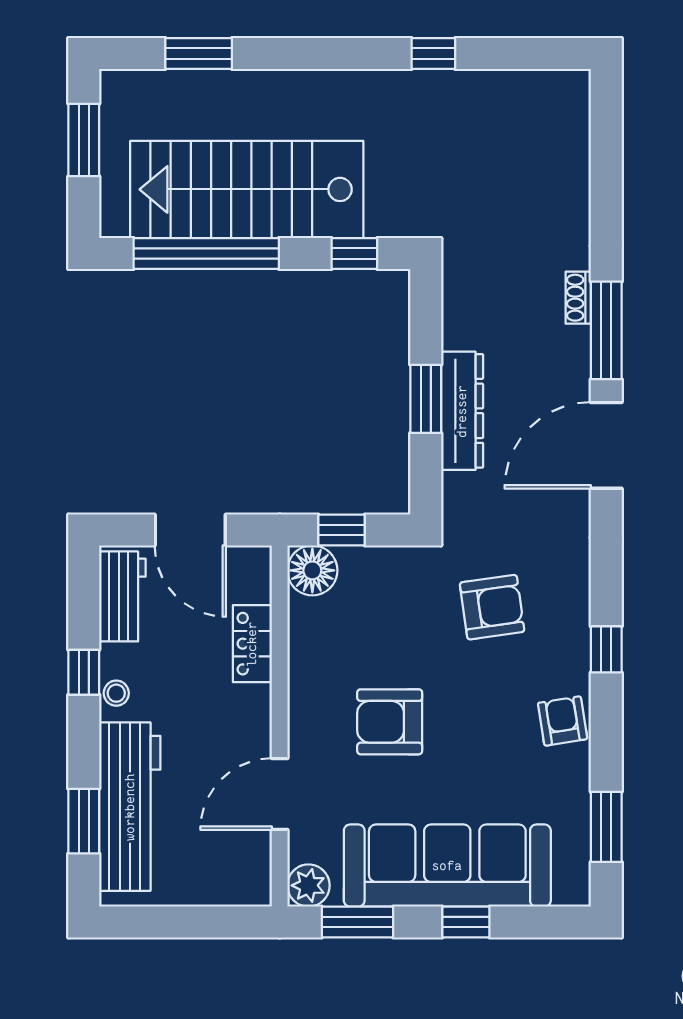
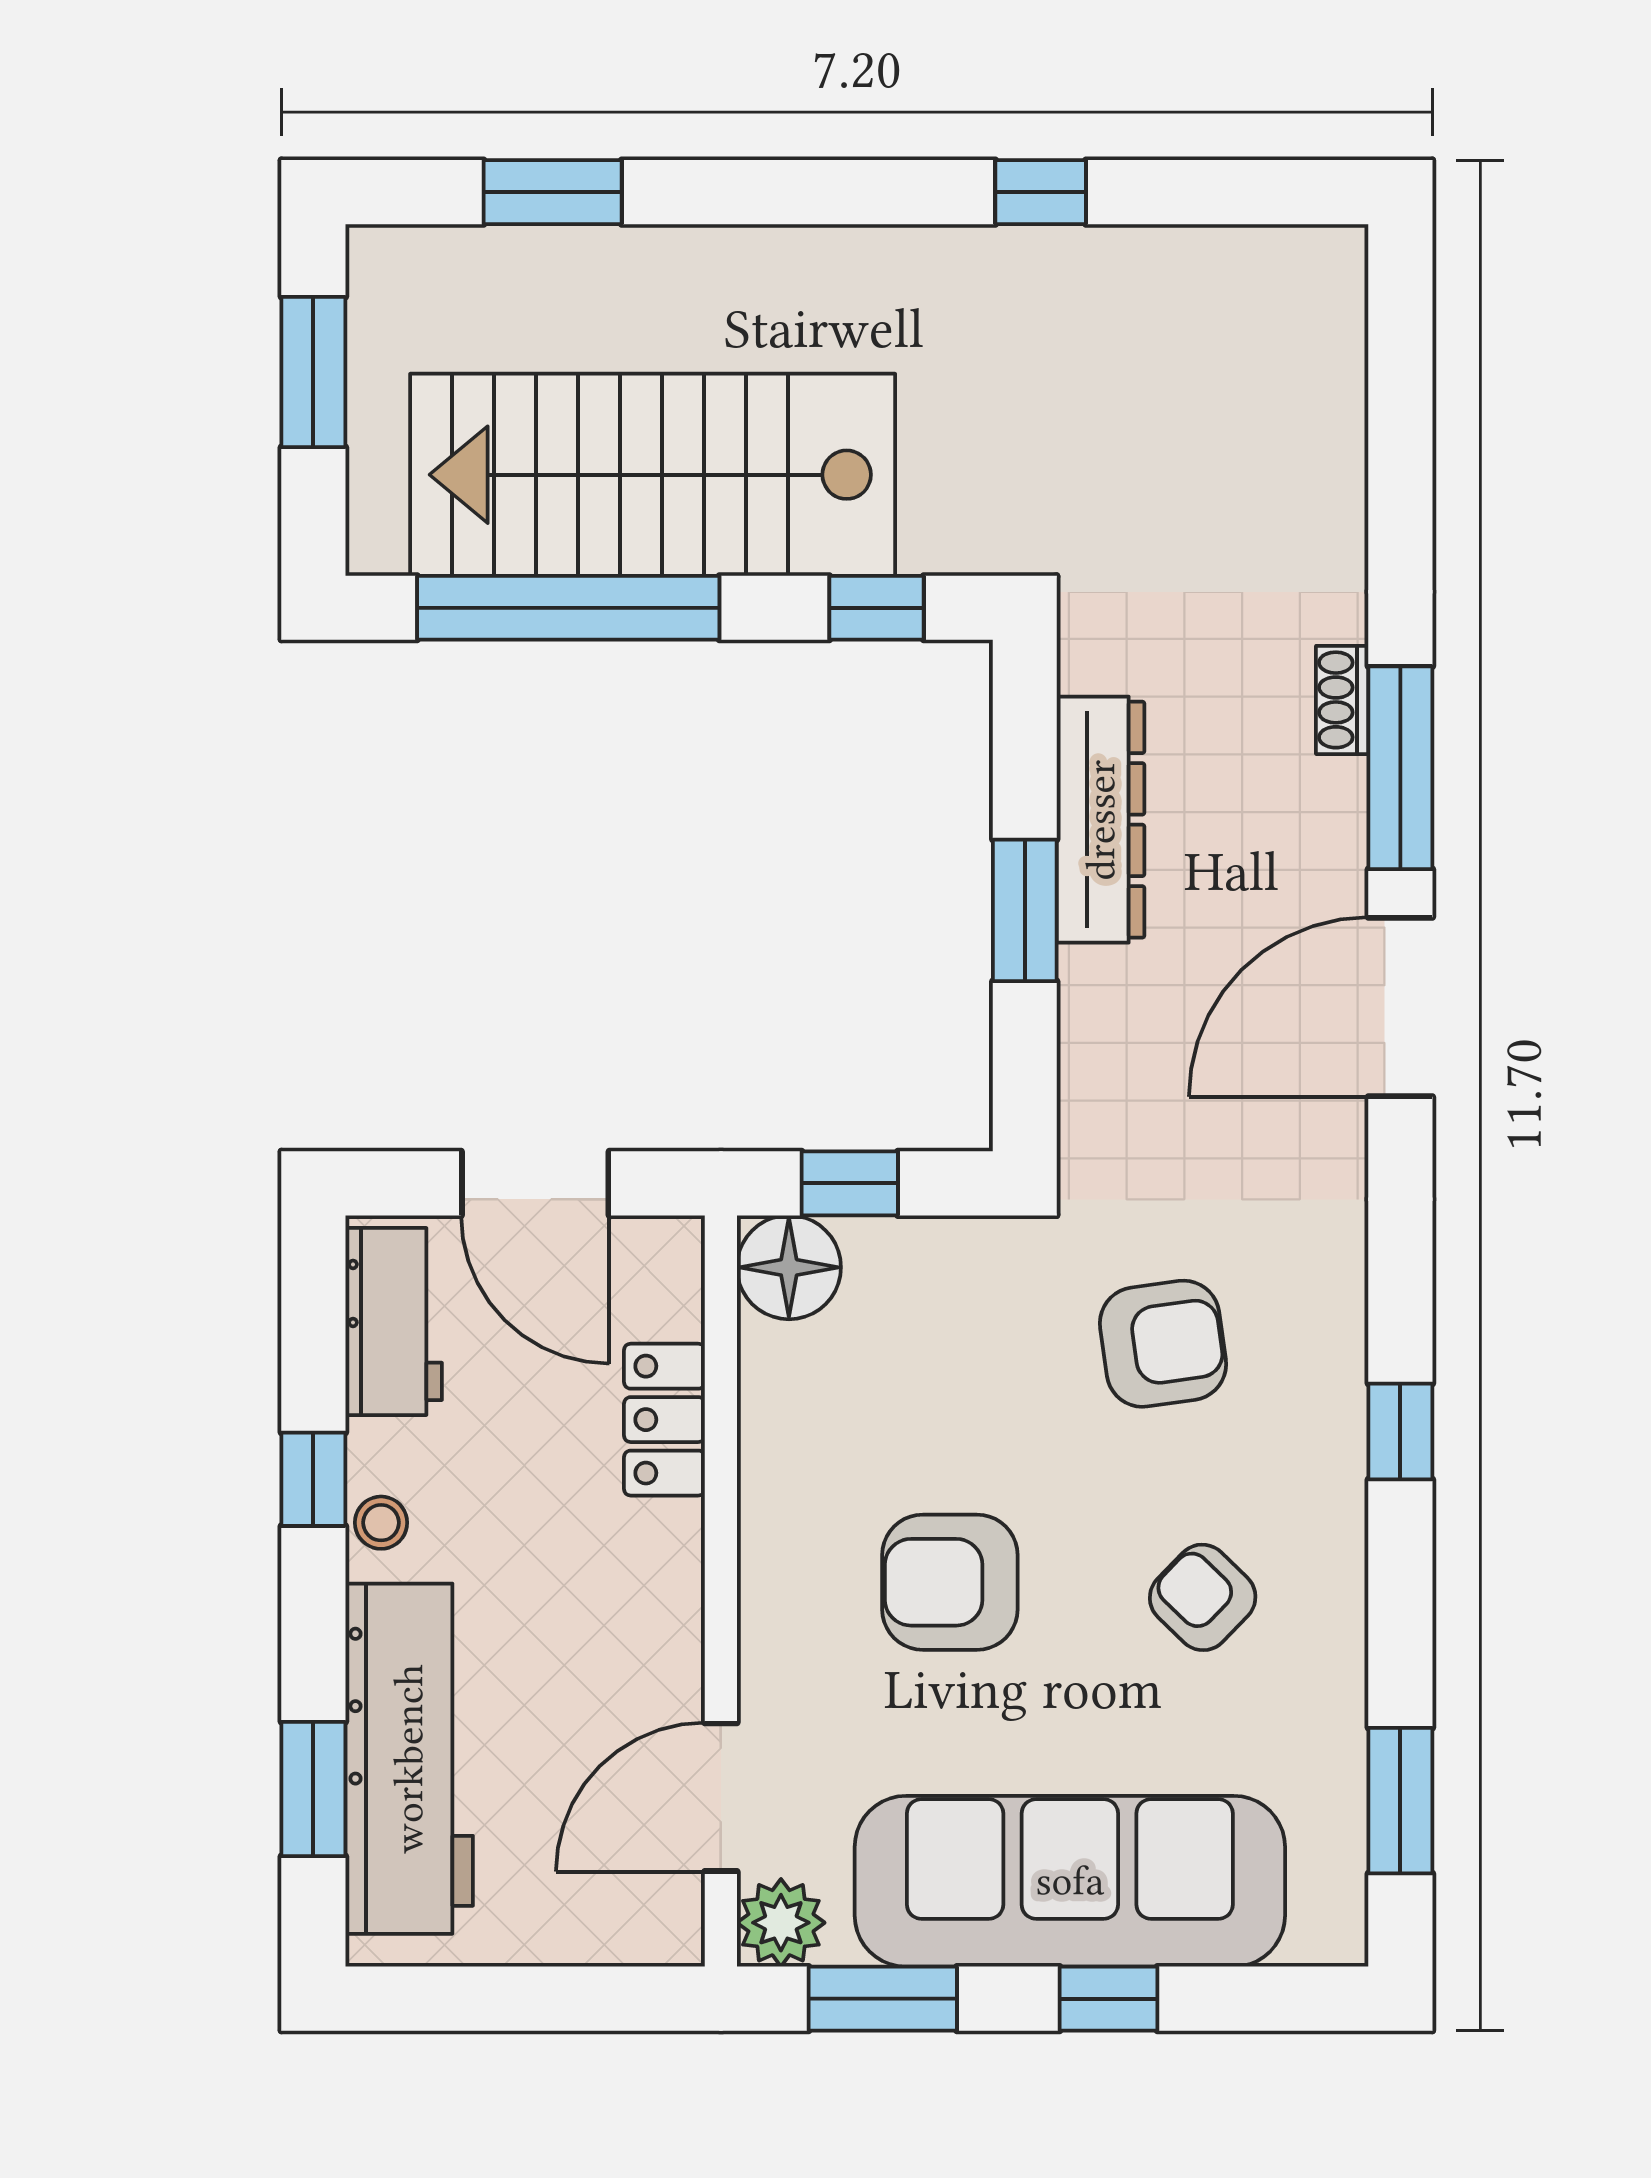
dresser: (462, 411) -> (1101, 820), moved
armchair: (563, 721) -> (1203, 1597), moved, turned -37
door: (280, 794) -> (721, 1797), moved

